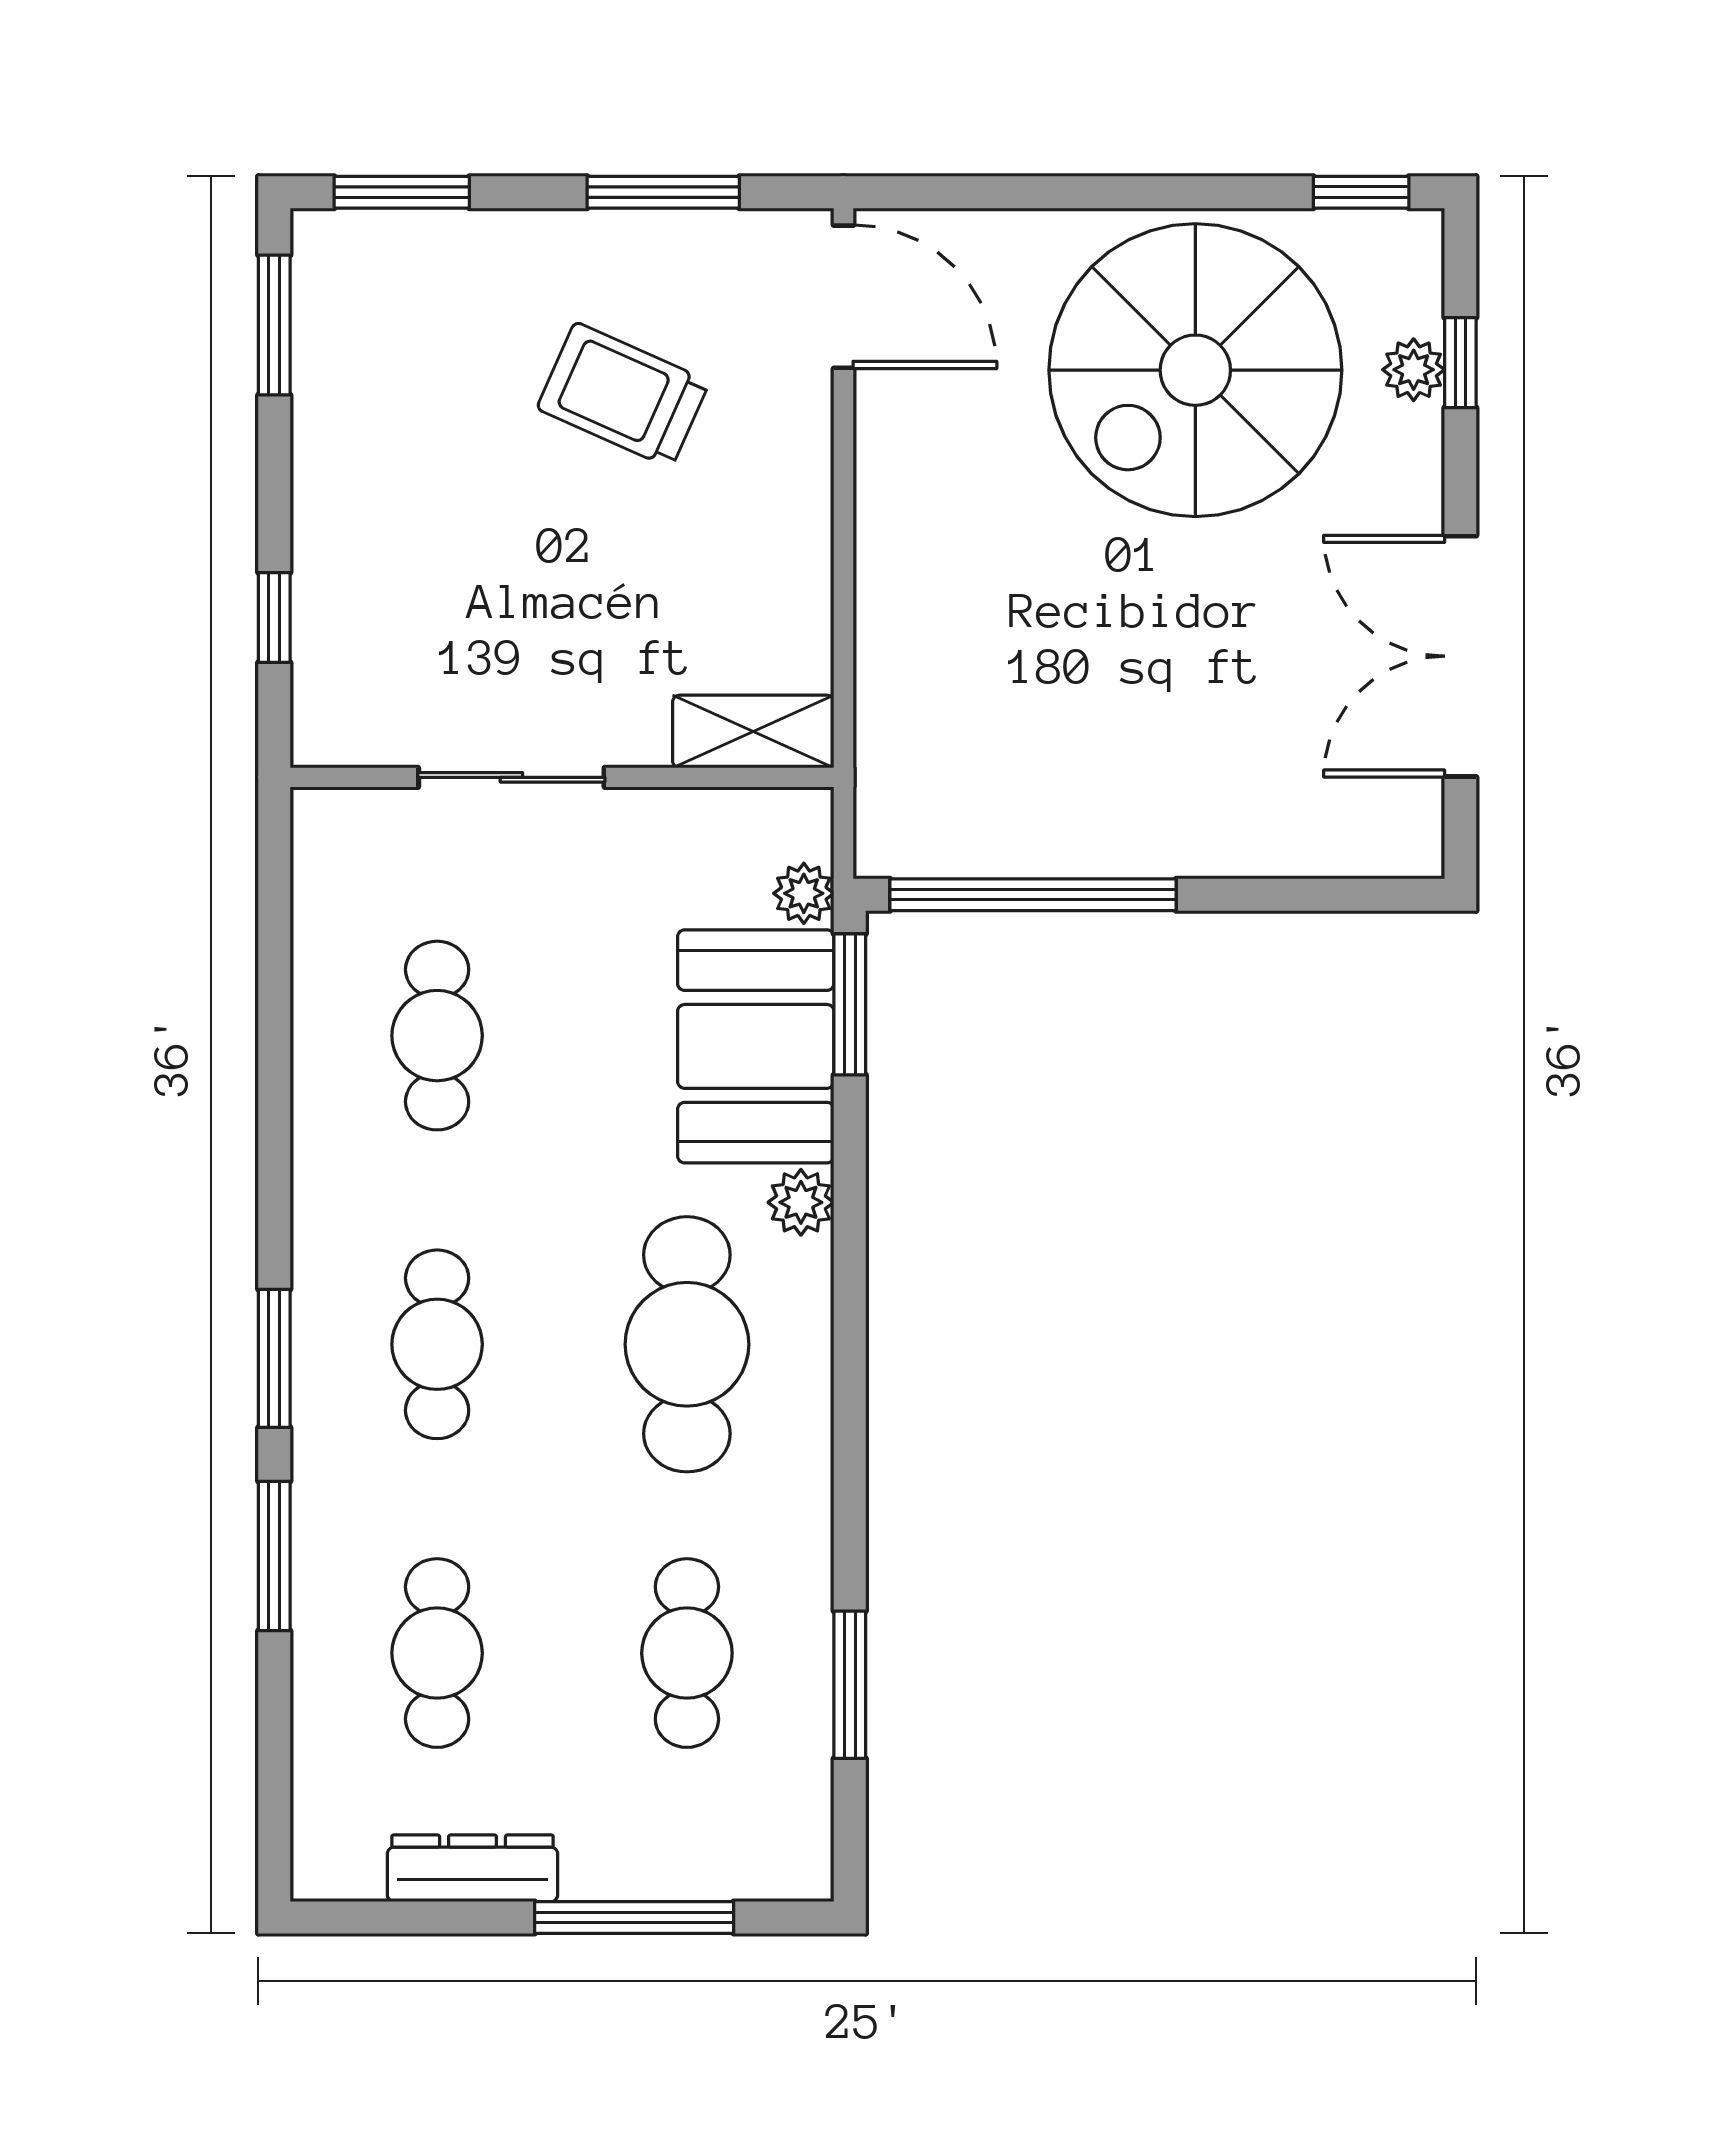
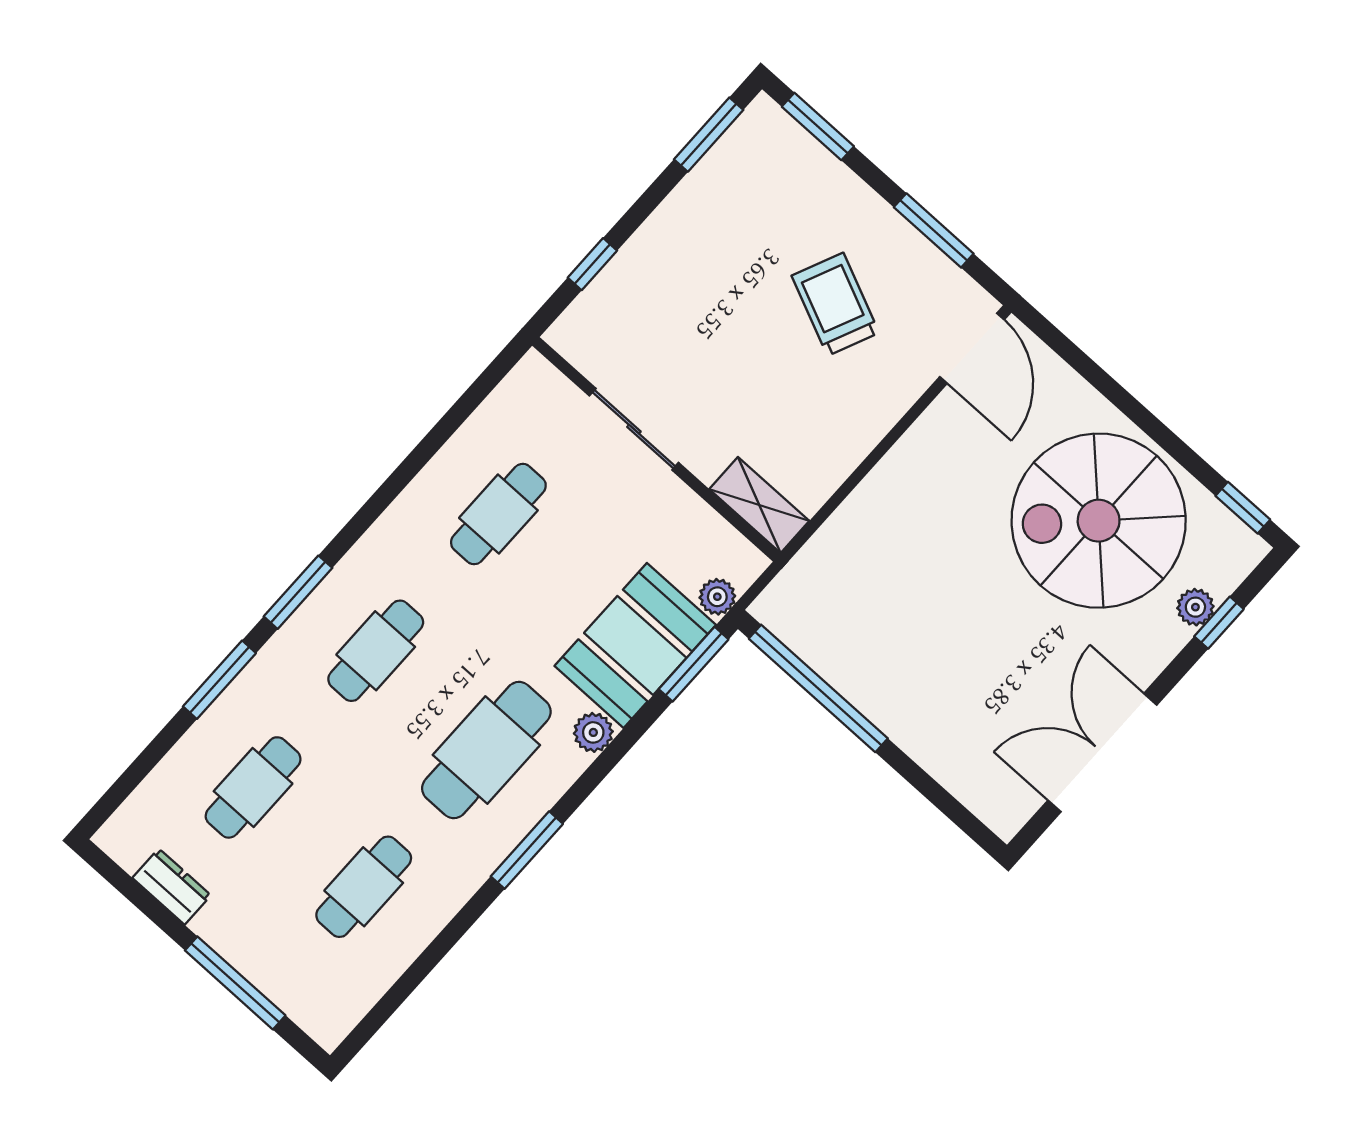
window: (850, 1685) -> (527, 850), moved
dresser: (473, 1868) -> (172, 887), width x0.70

